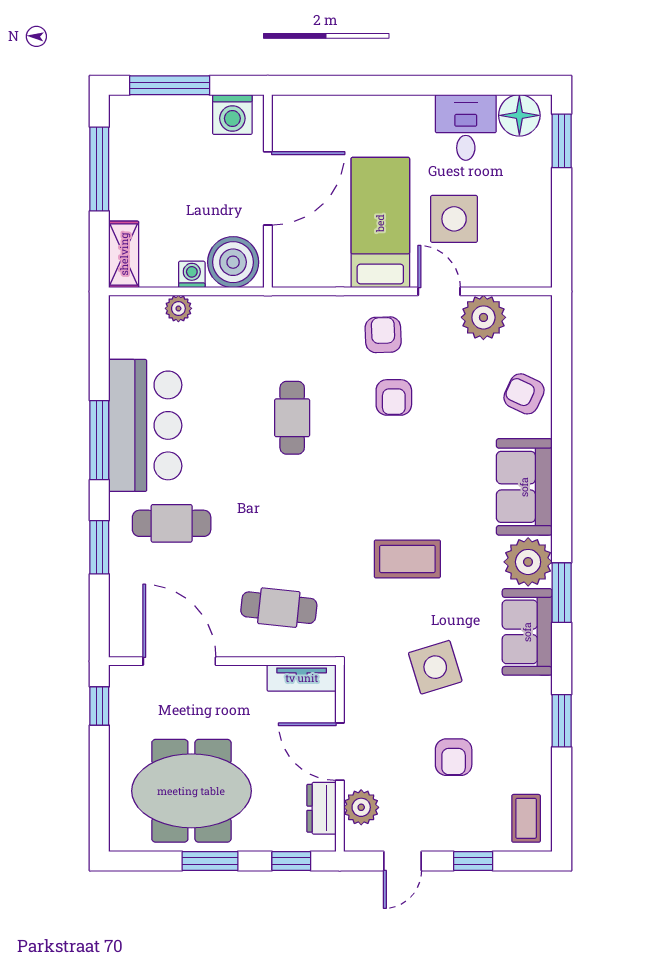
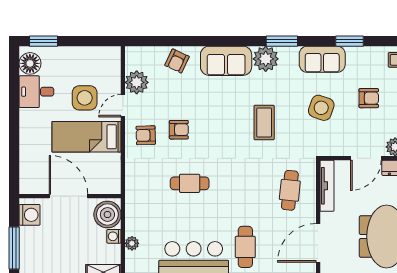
sofa: (527, 632) -> (322, 59), moved
side table: (435, 667) -> (321, 108), turned 36
tv unit: (302, 678) -> (327, 186), width x1.41

